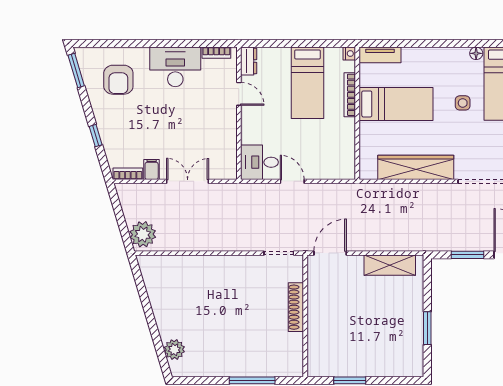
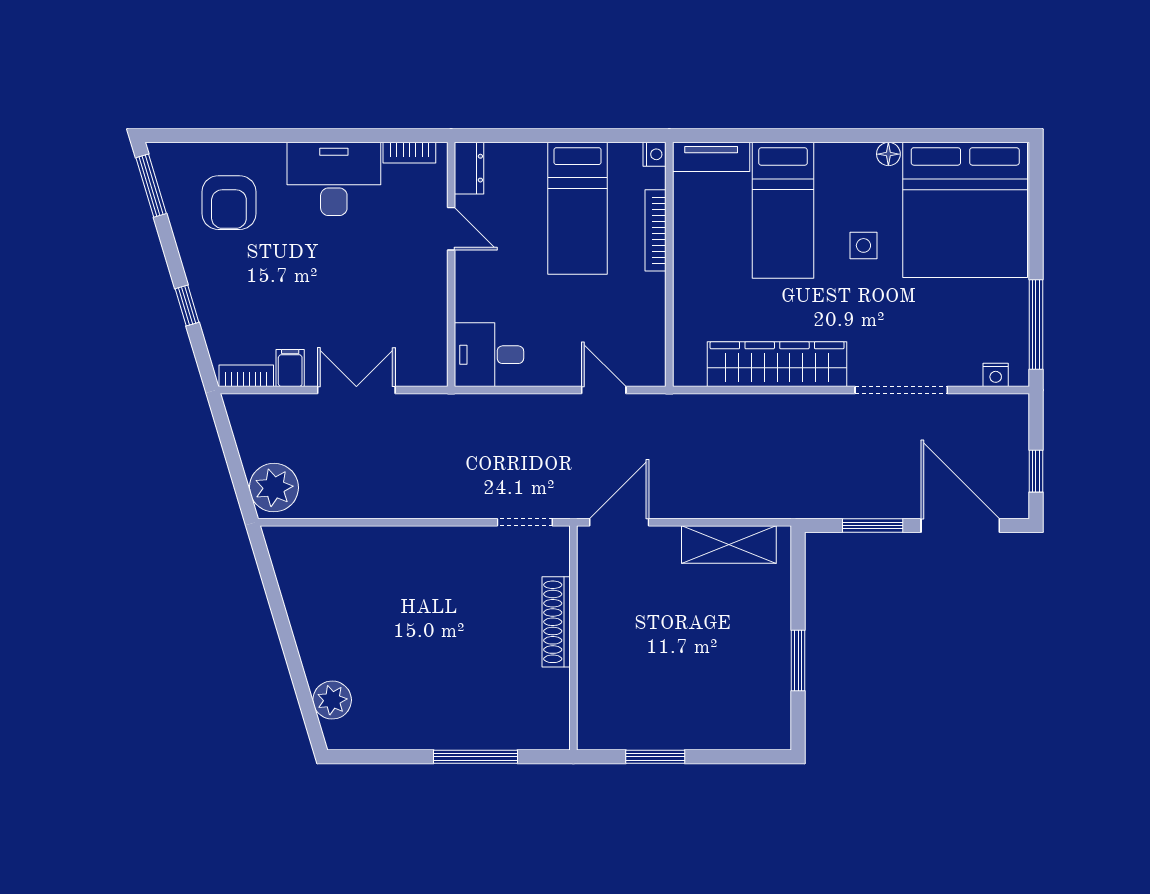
bed: (396, 104) -> (783, 210), moved, turned 90
door: (292, 181) -> (604, 390), moved

